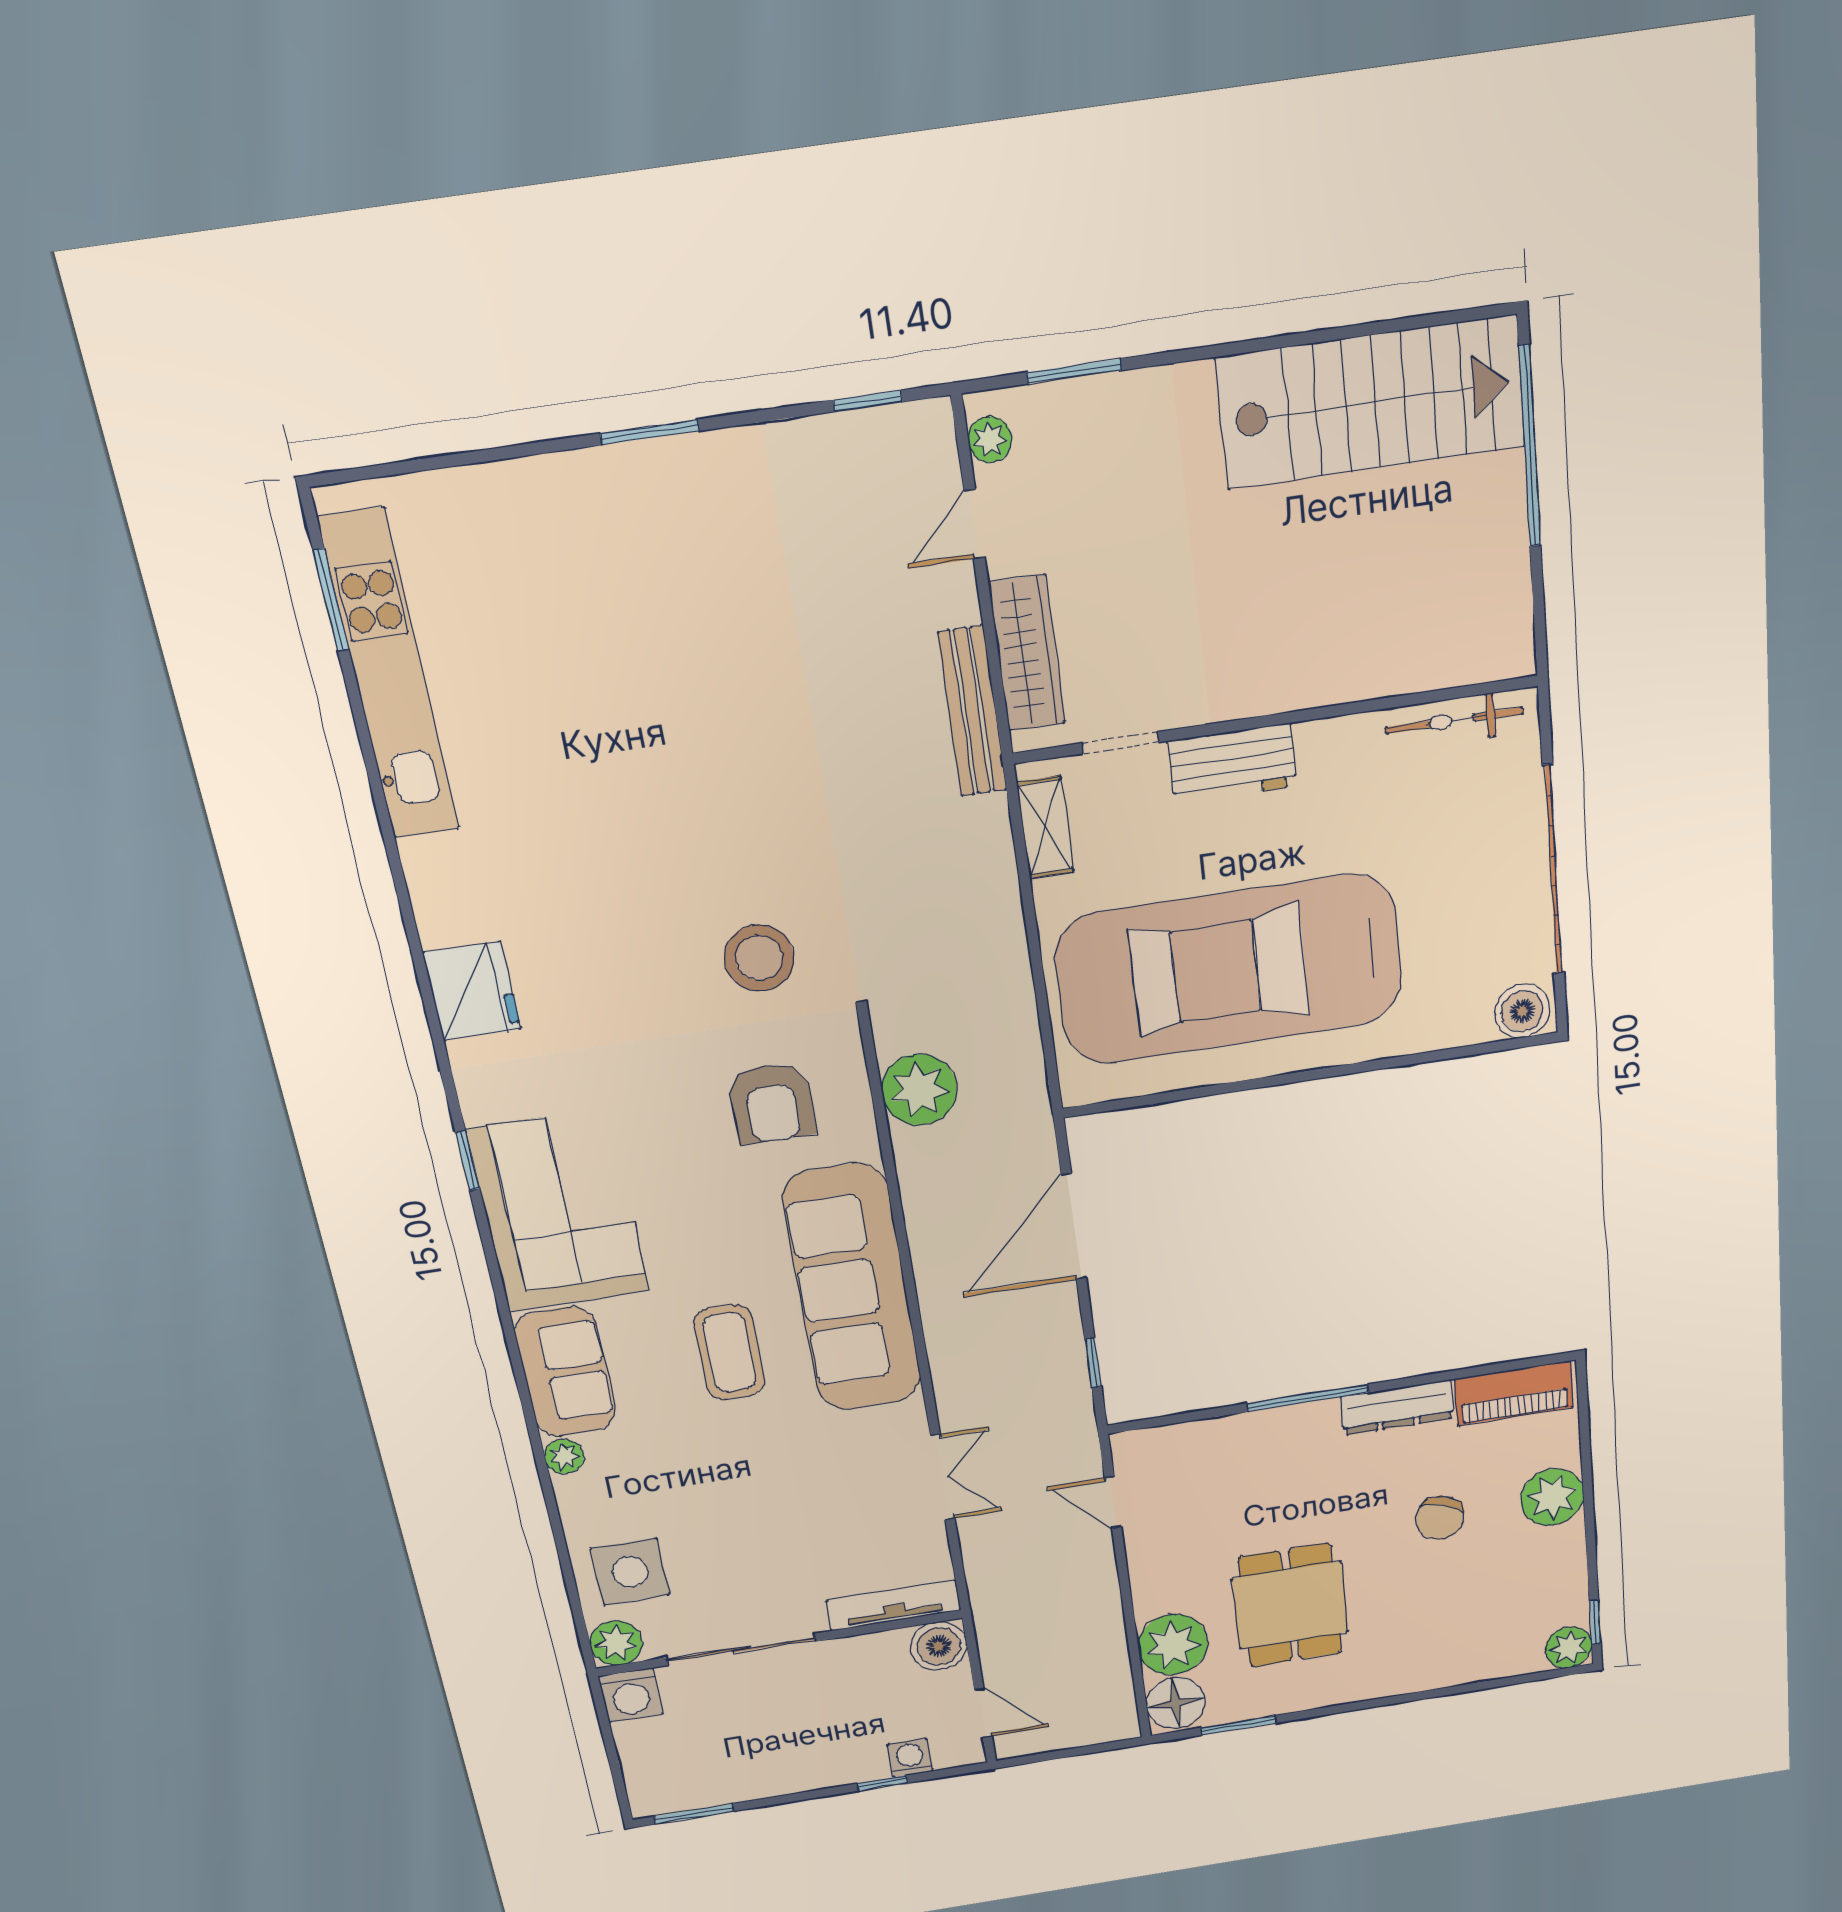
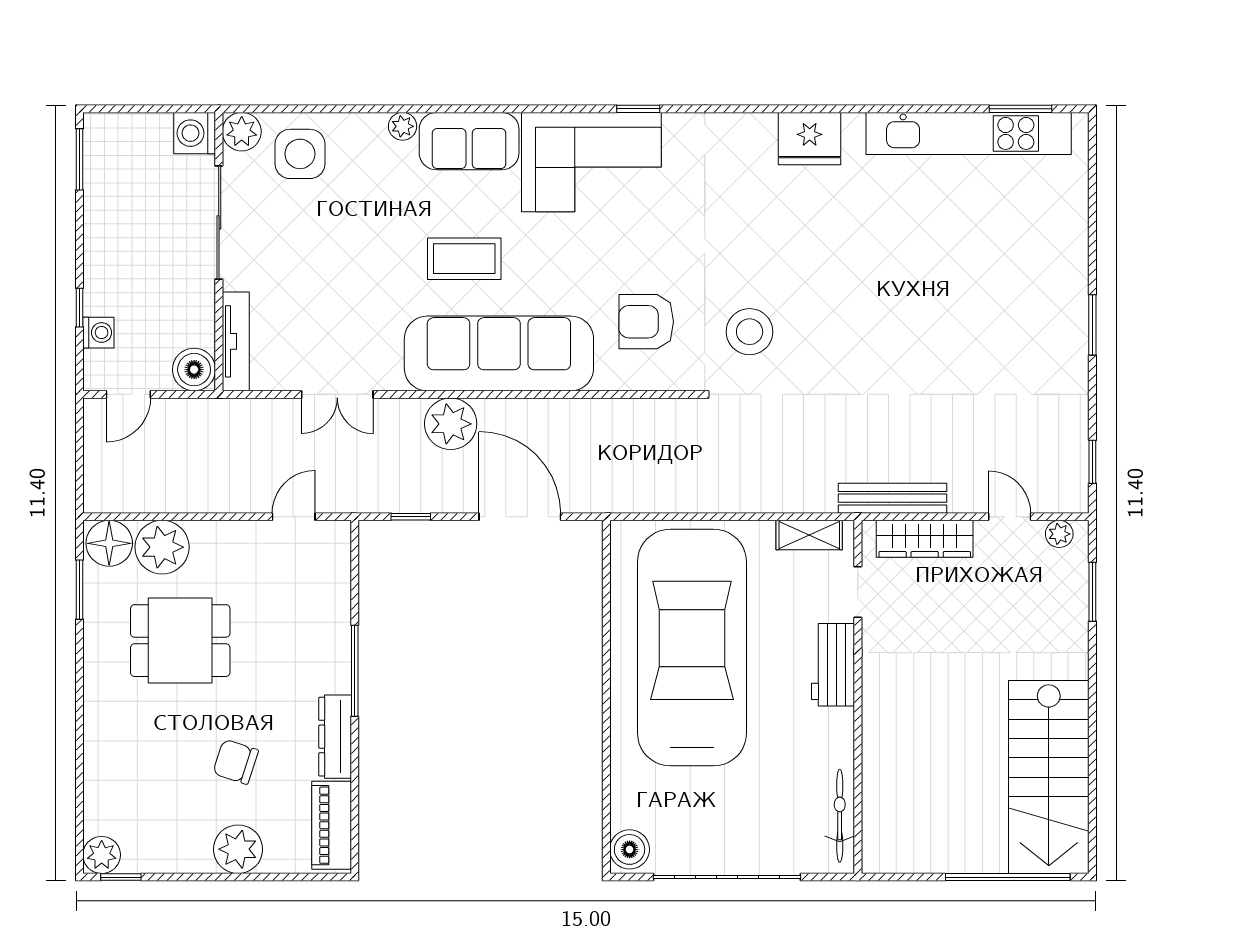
fridge: (472, 991) -> (810, 139), moved
plant: (919, 1090) -> (451, 424), moved

